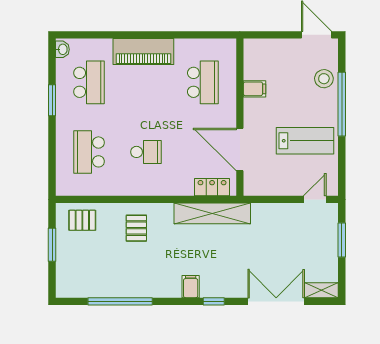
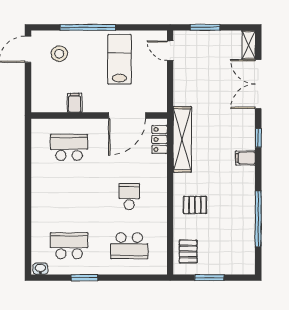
piano: (143, 52) -> (42, 199), removed
stool: (324, 79) -> (59, 54), moved

